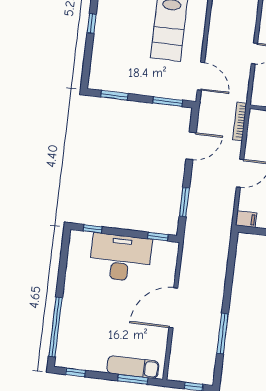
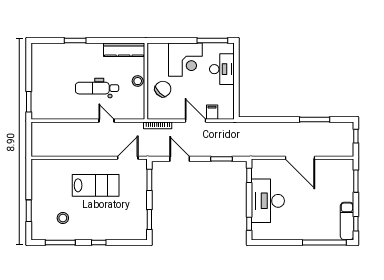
filing cabinet: (246, 219) -> (212, 112), moved
exam couch: (133, 367) -> (347, 221), moved

